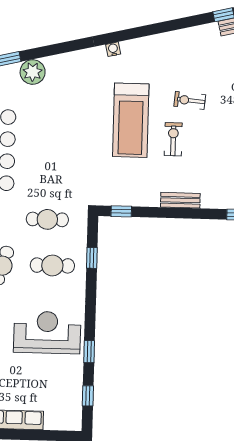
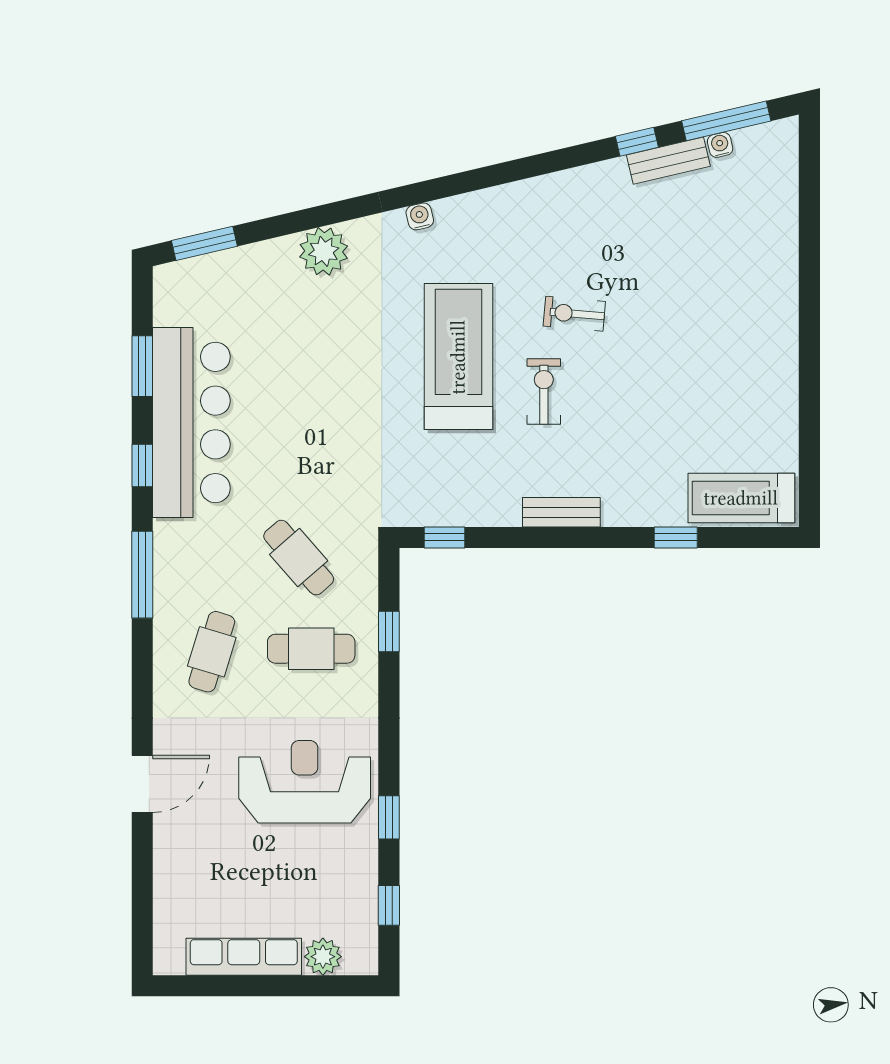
plant: (33, 72) -> (324, 251), moved
treadmill: (131, 120) -> (458, 357), turned 180
cafe table: (47, 219) -> (299, 558), turned 49
plant: (54, 421) -> (323, 957), added

